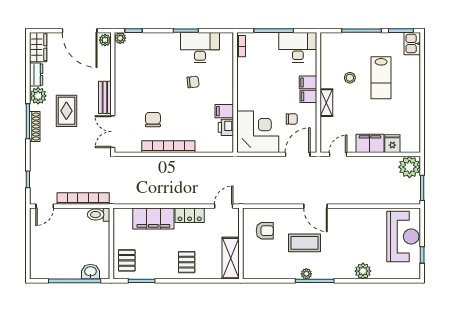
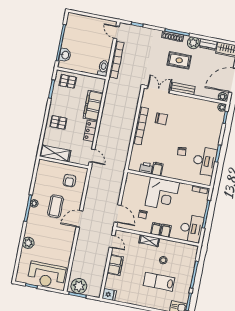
corner desk: (258, 132) -> (162, 194), moved
fridge: (392, 144) -> (109, 295), moved
plant: (409, 167) -> (79, 286), moved

